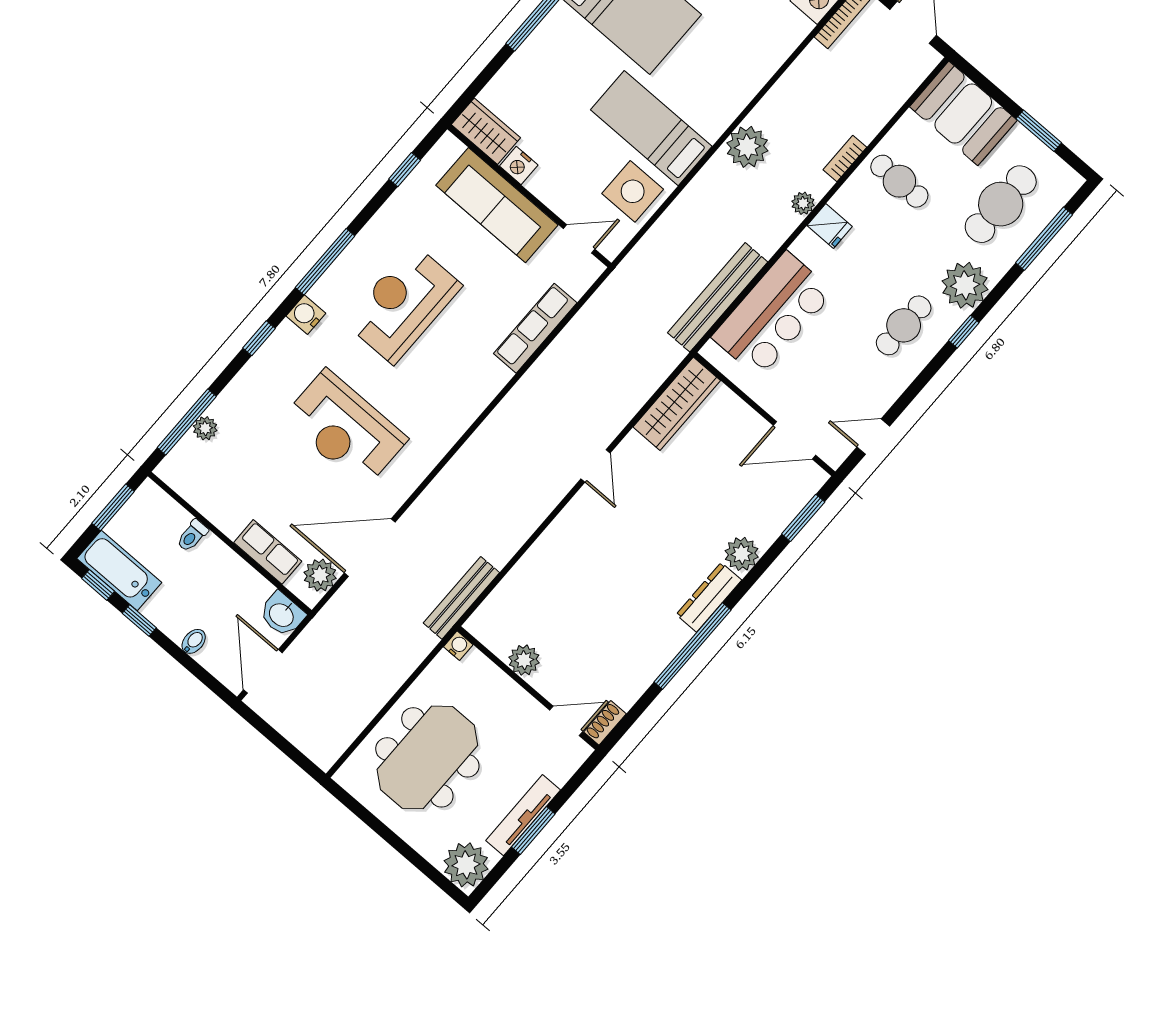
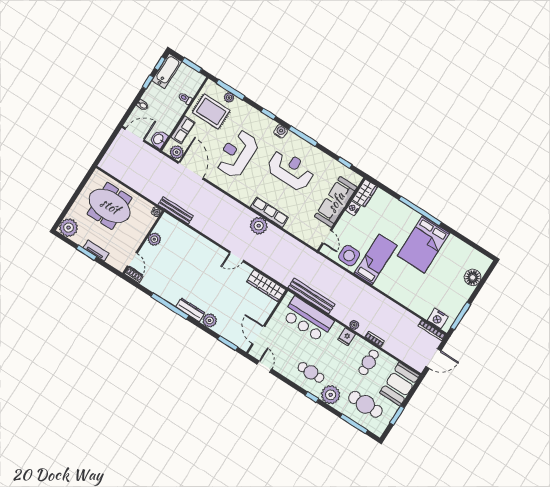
plant: (747, 147) -> (259, 226), moved
row of seats: (535, 328) -> (269, 212), moved
rug: (233, 477) -> (211, 112), added
tv unit: (523, 815) -> (96, 250), width x0.71

